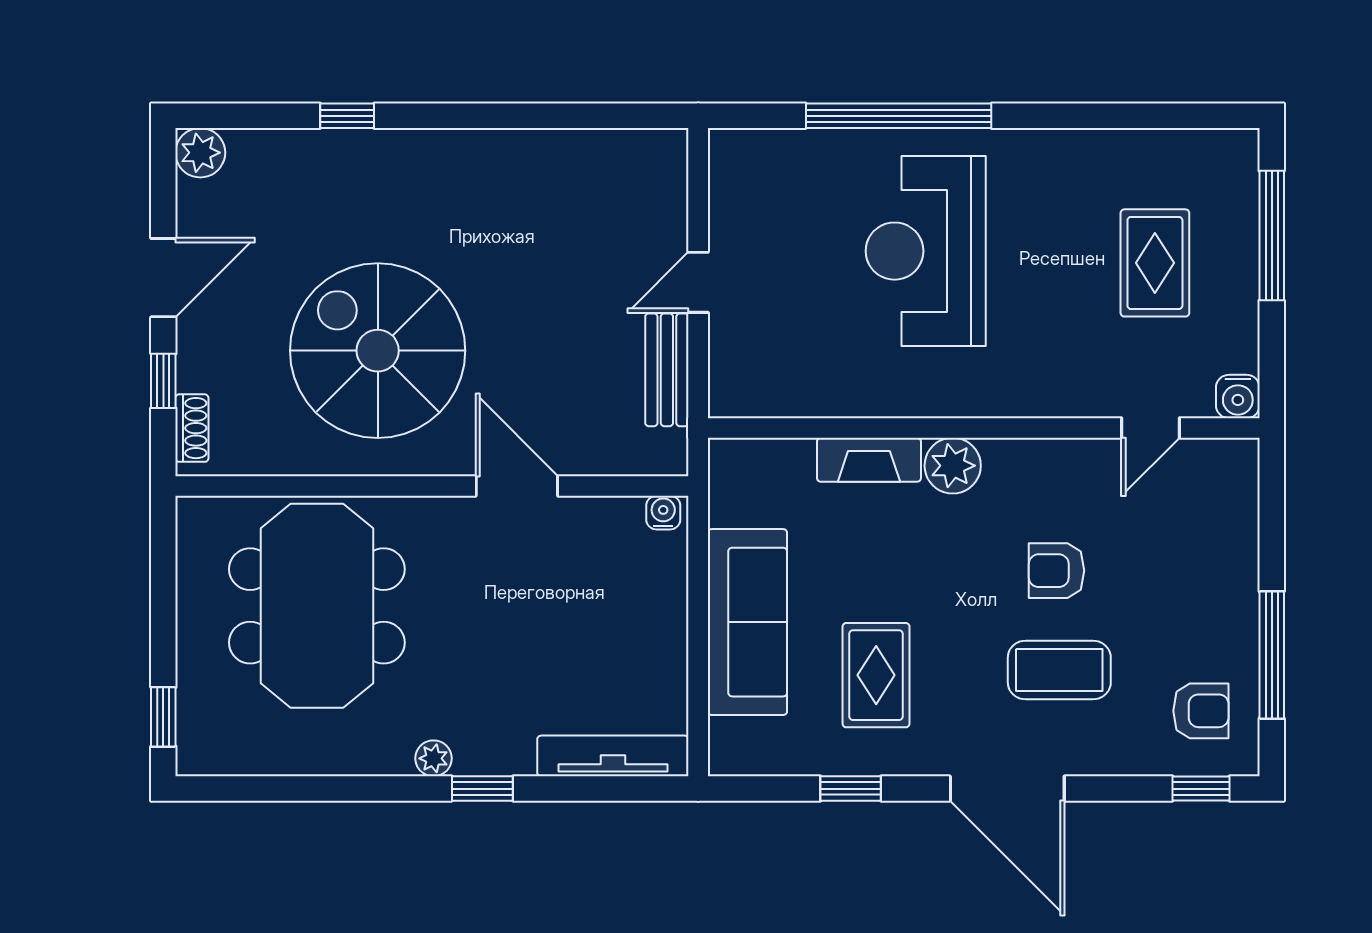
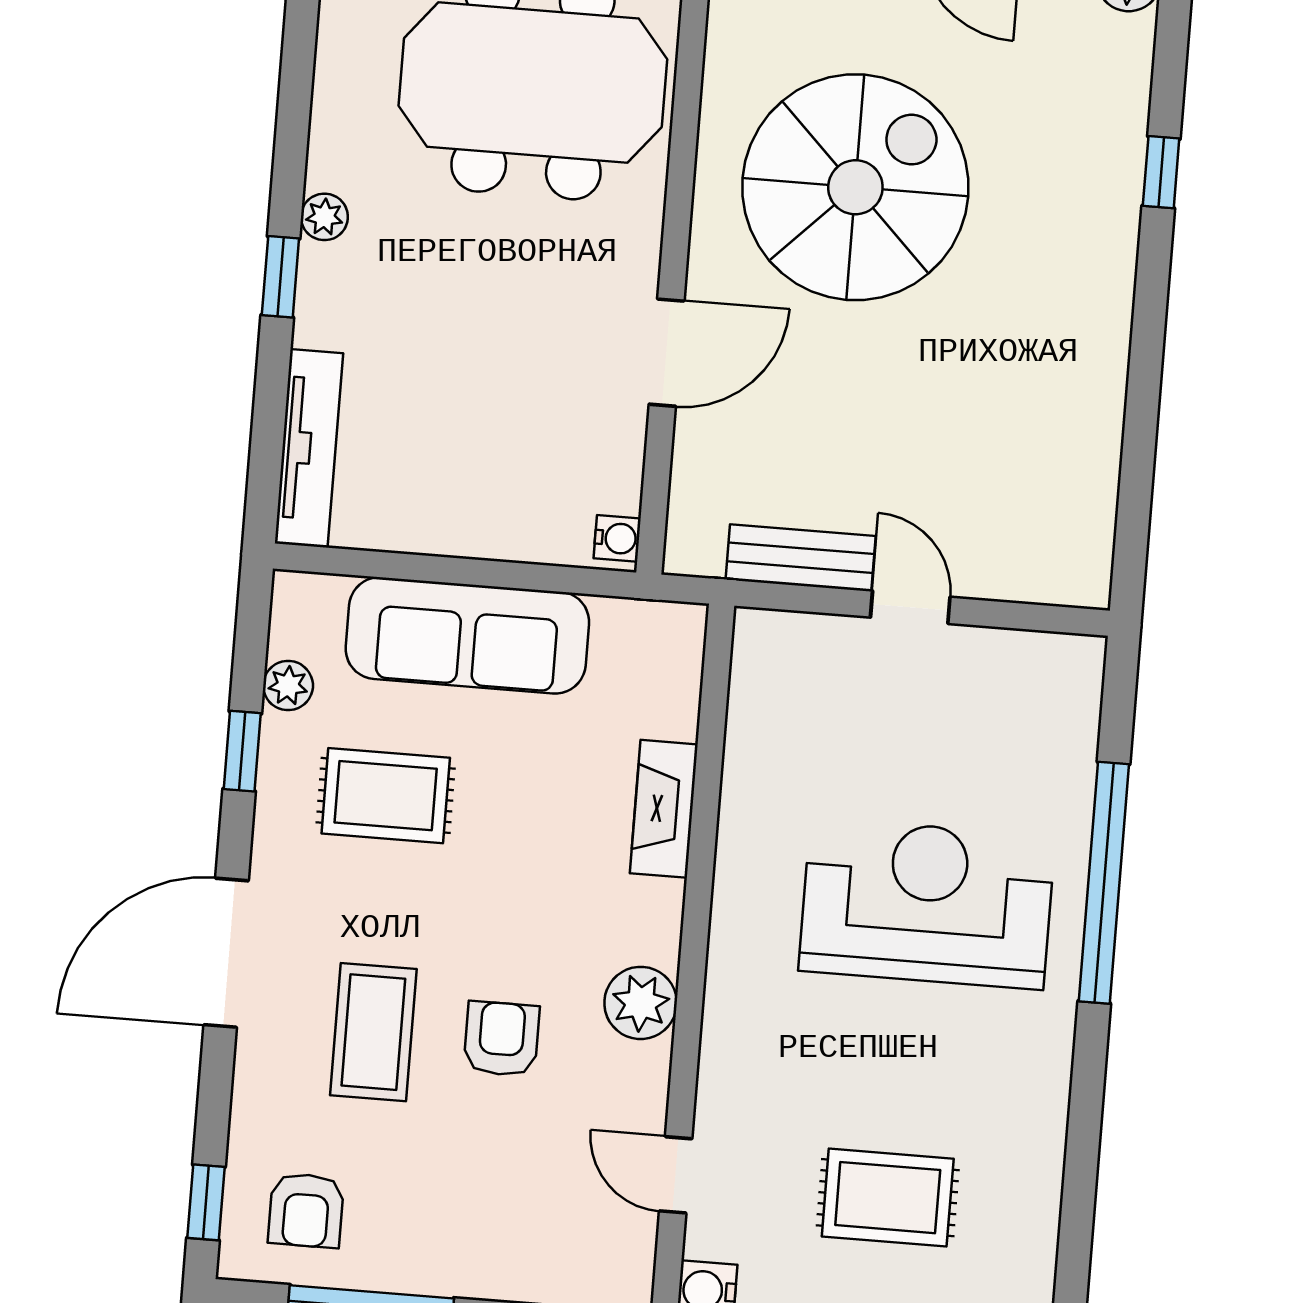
plant: (953, 466) -> (641, 1003), moved
plant: (797, 757) -> (288, 686), added

